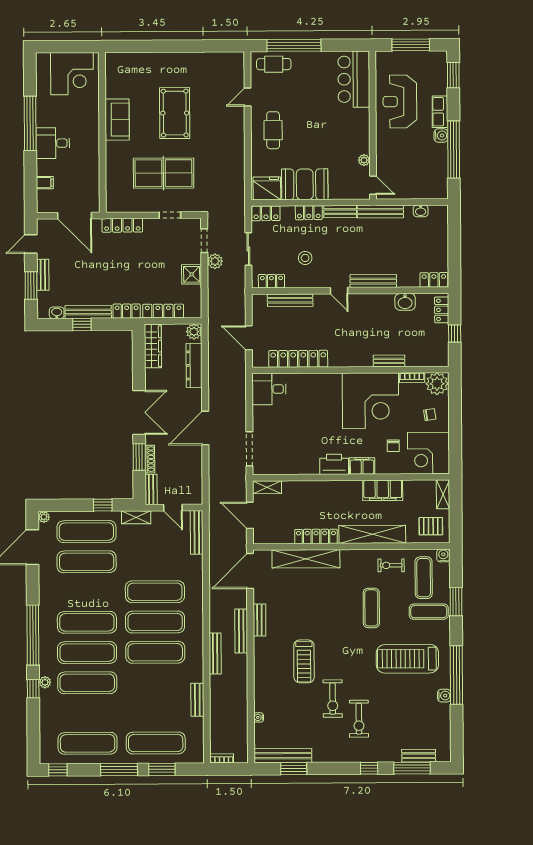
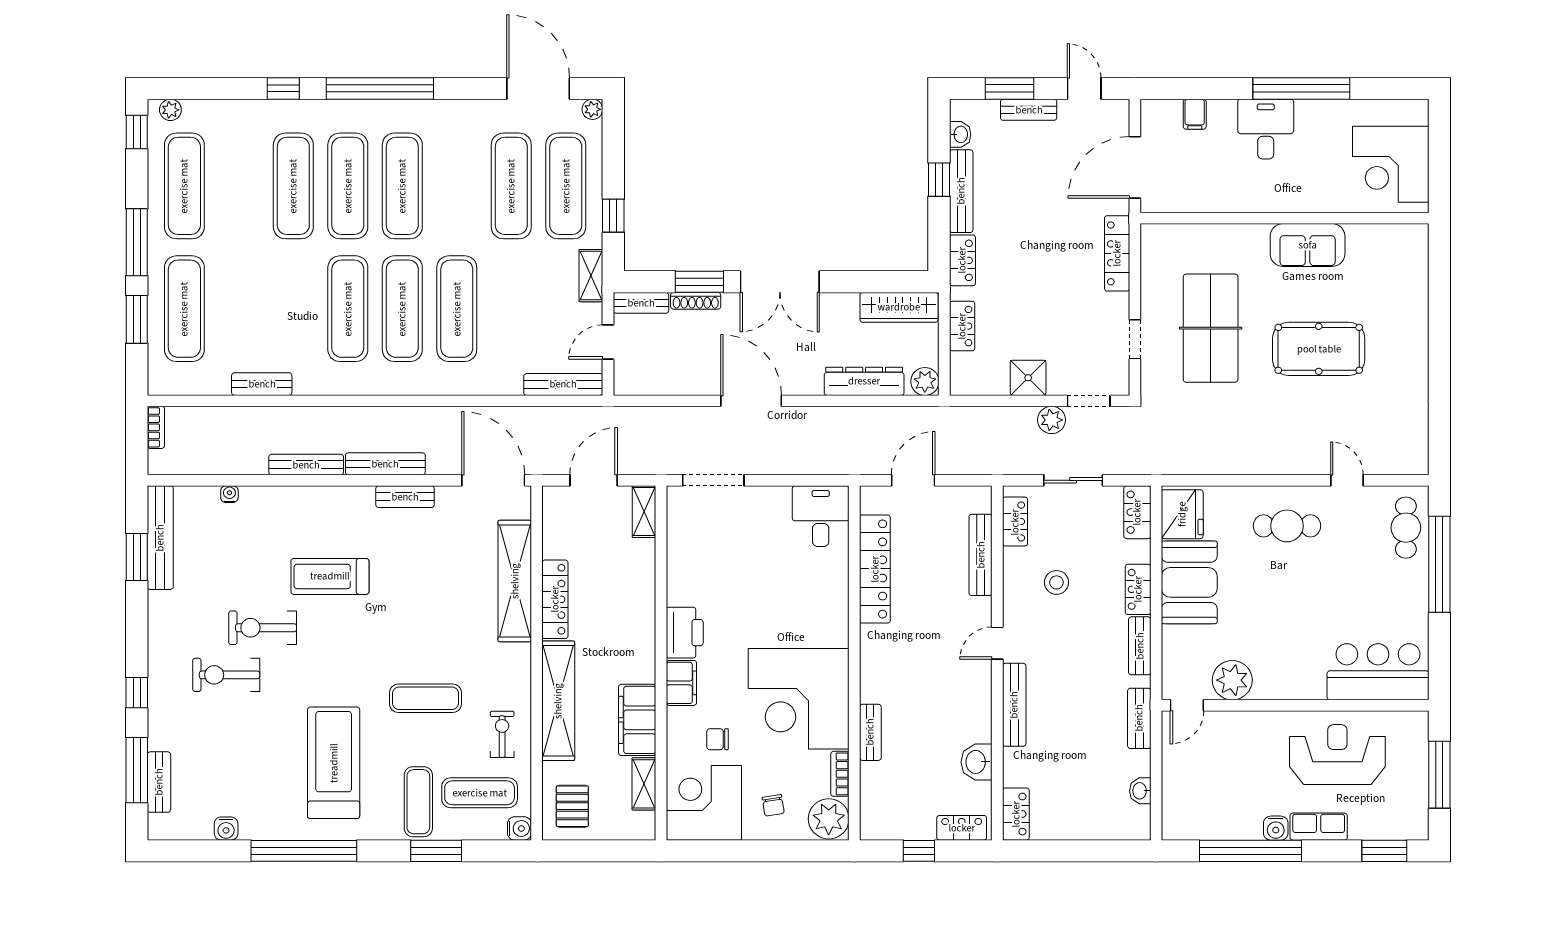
plant: (364, 160) -> (1232, 680), width x1.88, depth x1.88
bench: (380, 212) -> (1139, 718), width x0.73
locker: (163, 311) -> (962, 326), width x0.66
shelving: (443, 494) -> (644, 784), moved, turned 90
bench: (215, 654) -> (306, 465), moved
plant: (45, 682) -> (170, 110), moved
water cooler: (444, 696) -> (226, 829), moved

